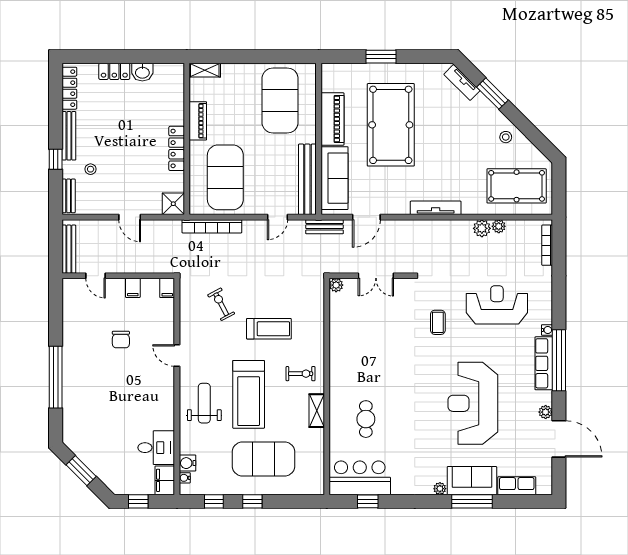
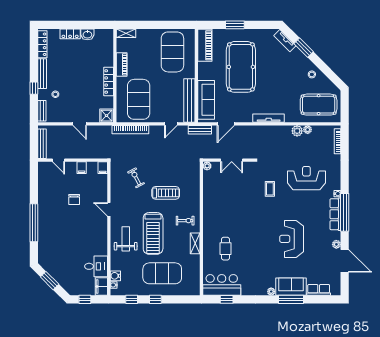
piano: (332, 119) -> (205, 45), moved
reception desk: (473, 403) -> (292, 239), width x0.74, depth x0.77

